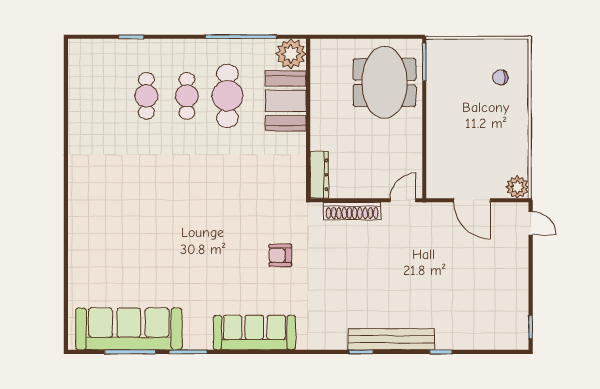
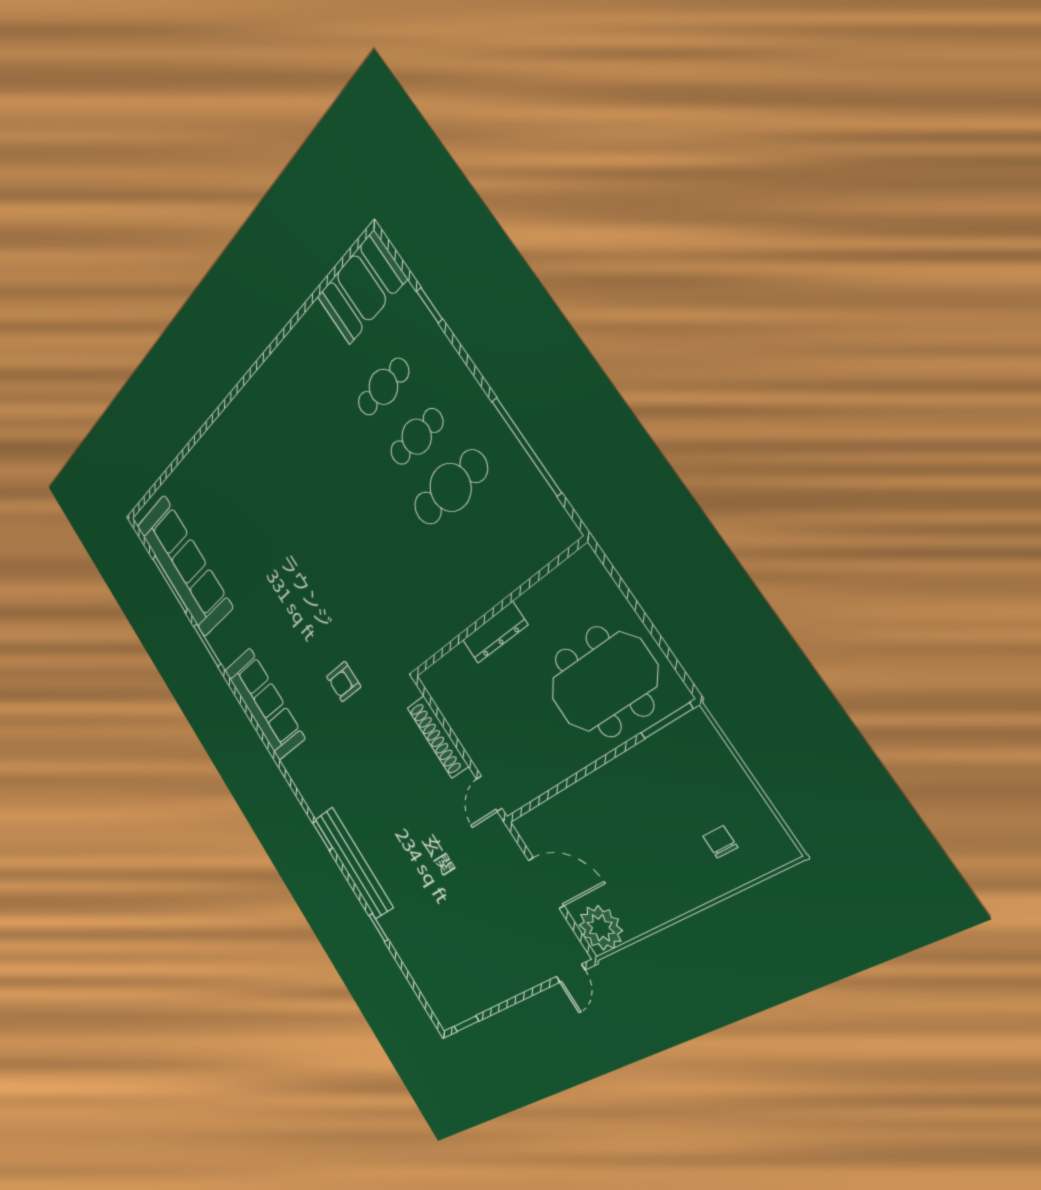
plant: (291, 54) -> (552, 530), removed
booth: (286, 101) -> (361, 288), moved
dresser: (319, 175) -> (495, 632), moved
plant: (517, 187) -> (601, 928), width x1.36, depth x1.36
door: (403, 200) -> (489, 794), swing flipped
door: (472, 200) -> (546, 883), swing flipped
armchair: (280, 255) -> (344, 682), turned -90

